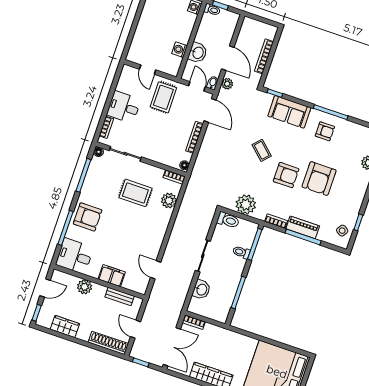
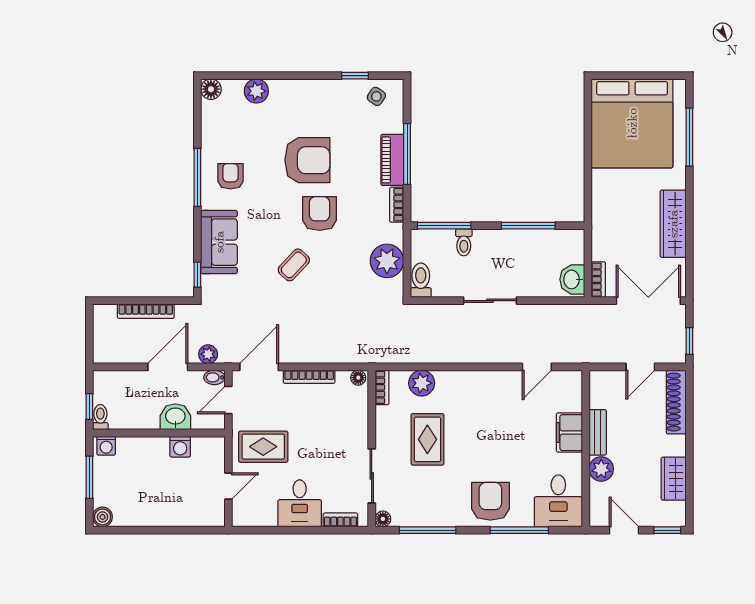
washbasin: (201, 290) -> (572, 279), moved, turned -90
bench: (120, 297) -> (598, 432), moved

